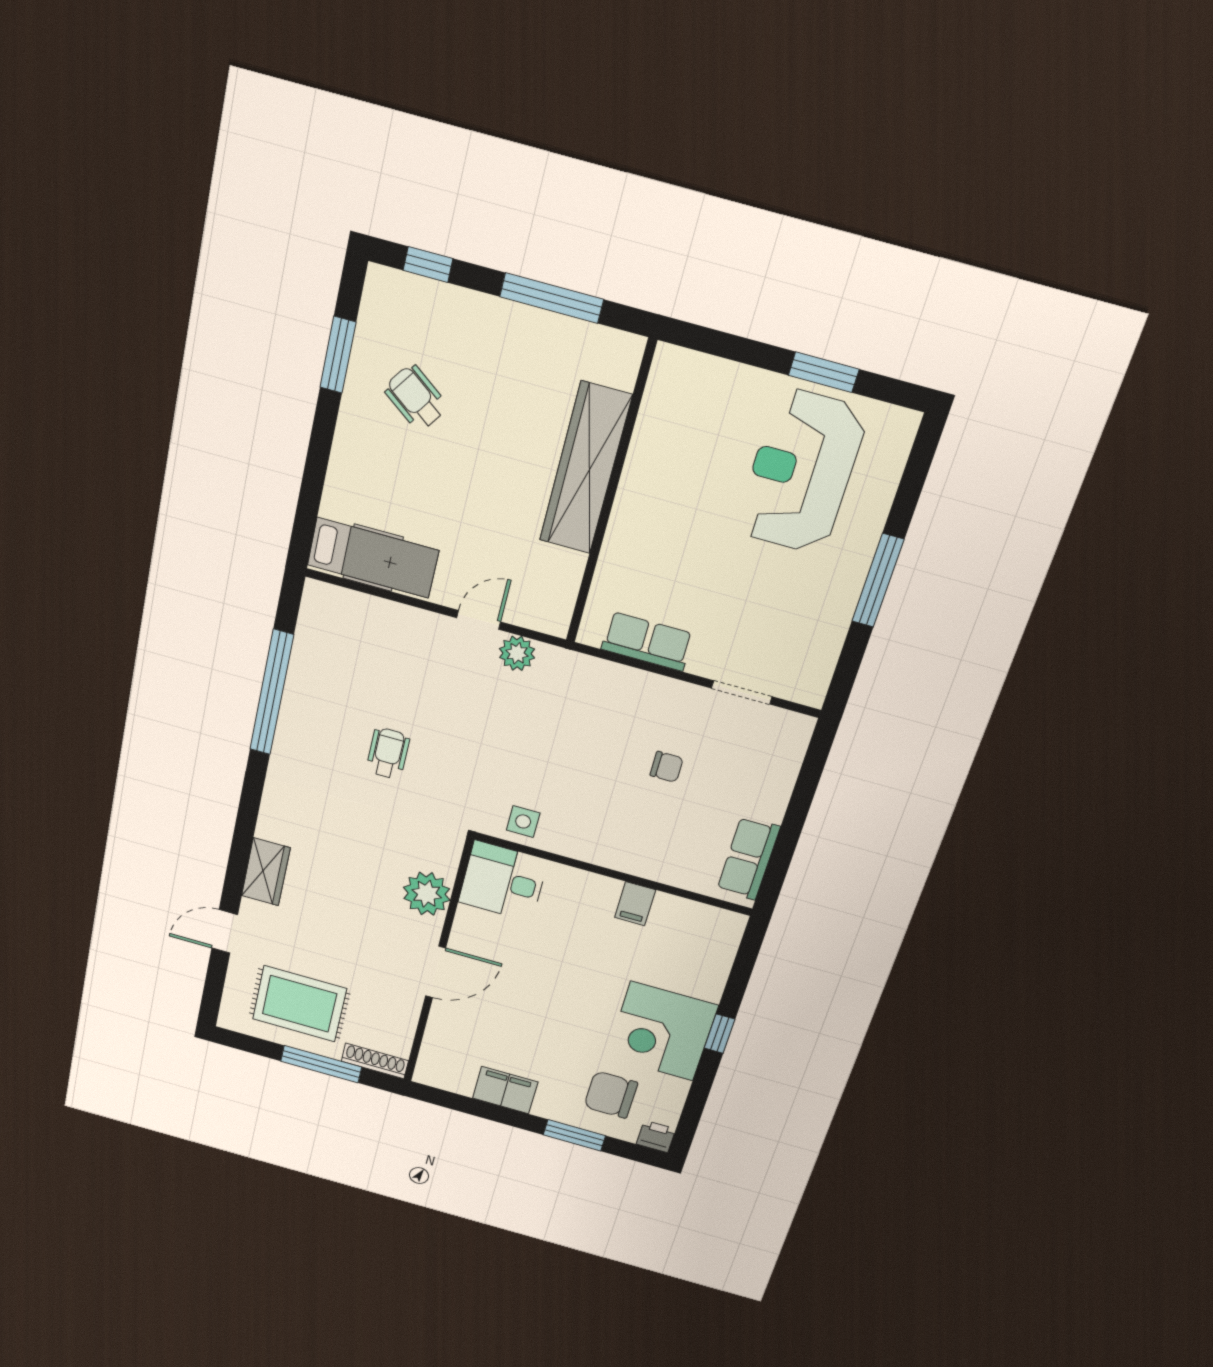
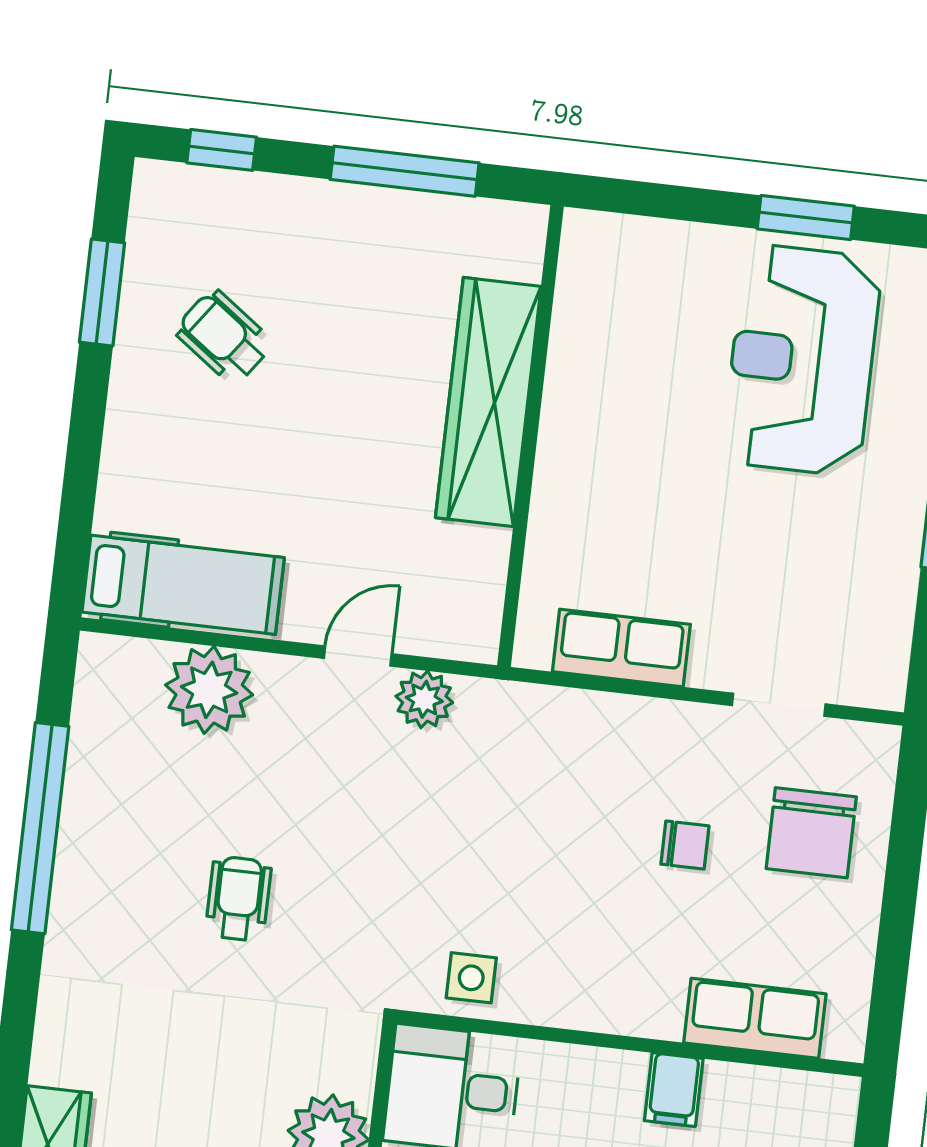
plant: (383, 626) -> (209, 690), added
chair: (747, 772) -> (811, 833), added
row of seats: (748, 858) -> (755, 1018), moved, turned 90

